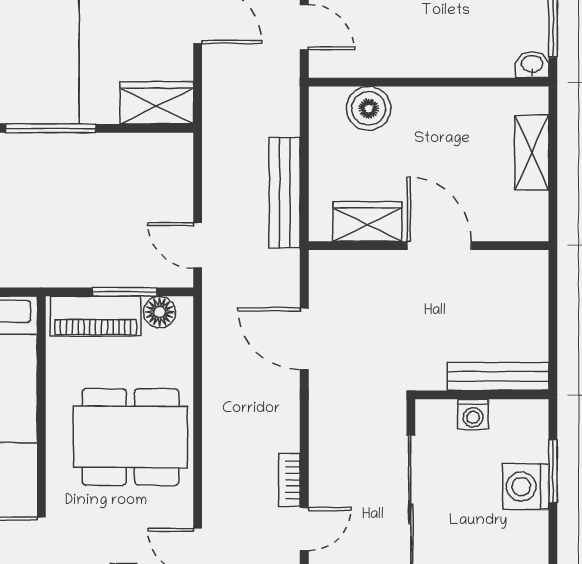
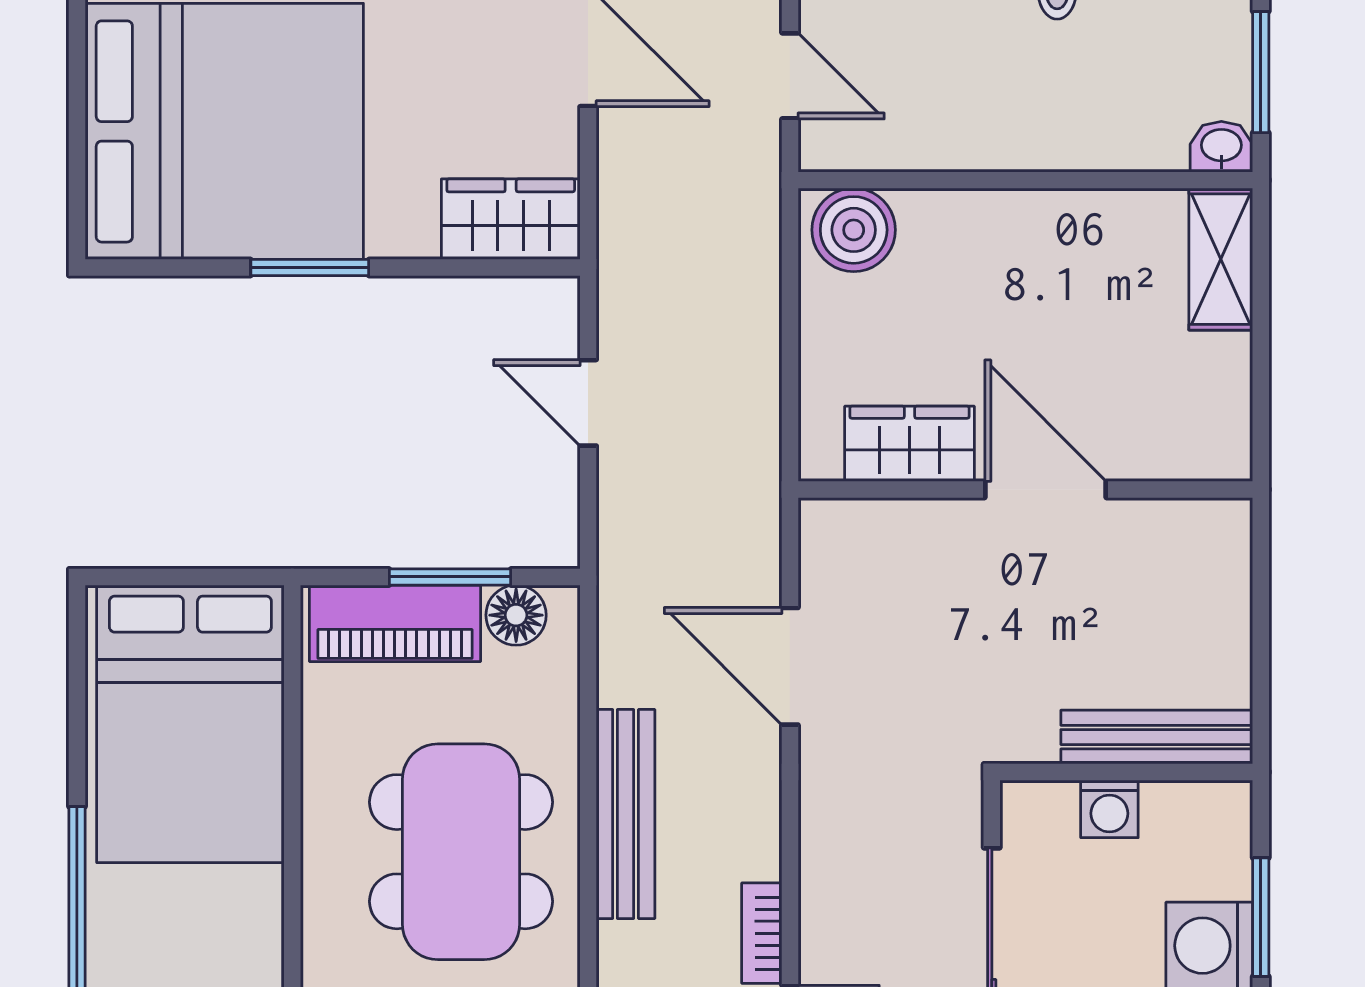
boiler: (369, 108) -> (854, 230), moved
window: (51, 128) -> (310, 268), width x0.69
shelving: (532, 153) -> (1221, 259), moved
bench: (285, 193) -> (626, 814), moved
door: (198, 245) -> (588, 403), moved
dining table: (130, 437) -> (461, 852), turned 90

